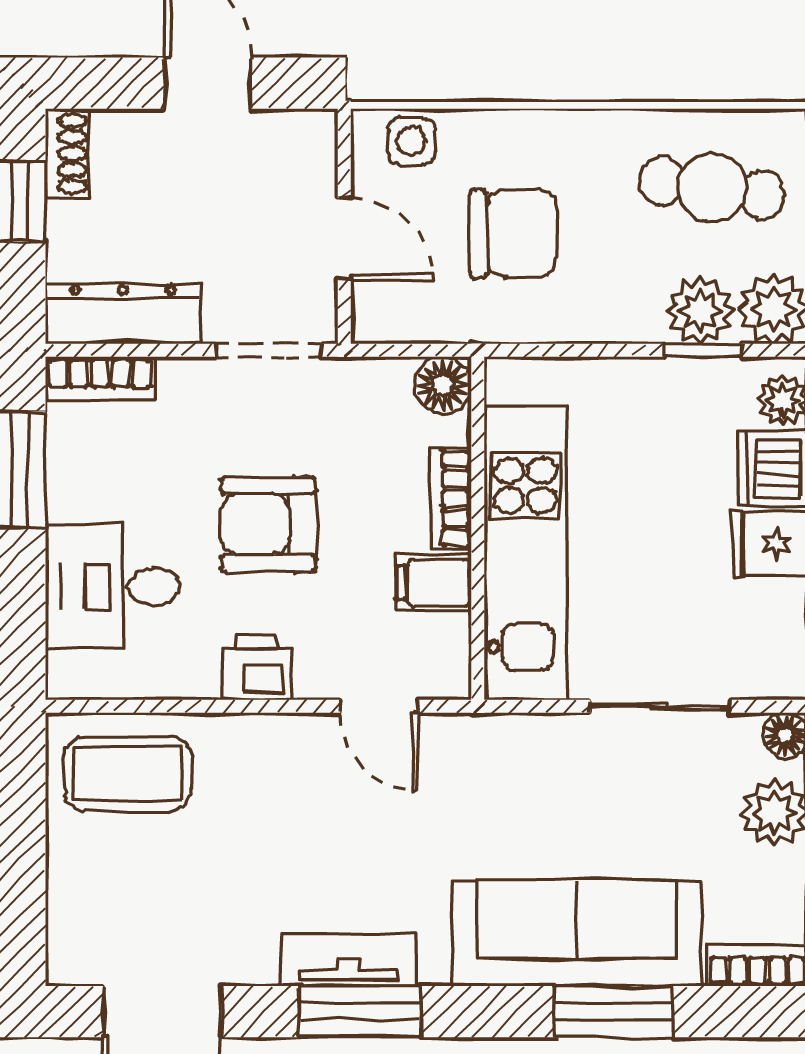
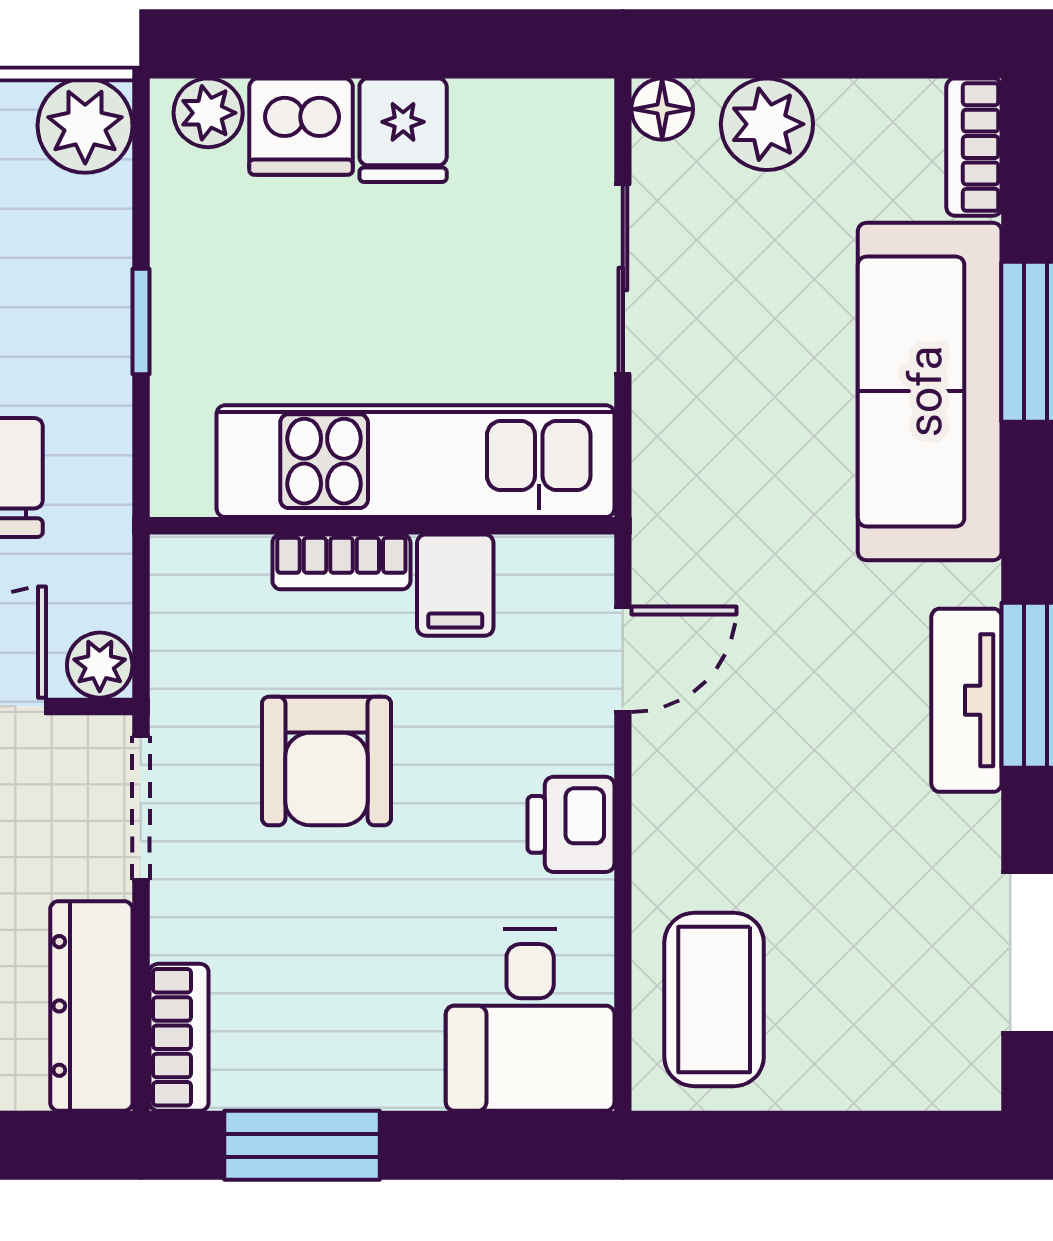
plant: (700, 311) -> (100, 665), moved, width x0.73, depth x0.73
window: (703, 350) -> (141, 321), moved
floor lamp: (443, 385) -> (188, 573), removed
armchair: (268, 524) -> (326, 761), moved
desk: (112, 586) -> (530, 1020), moved

